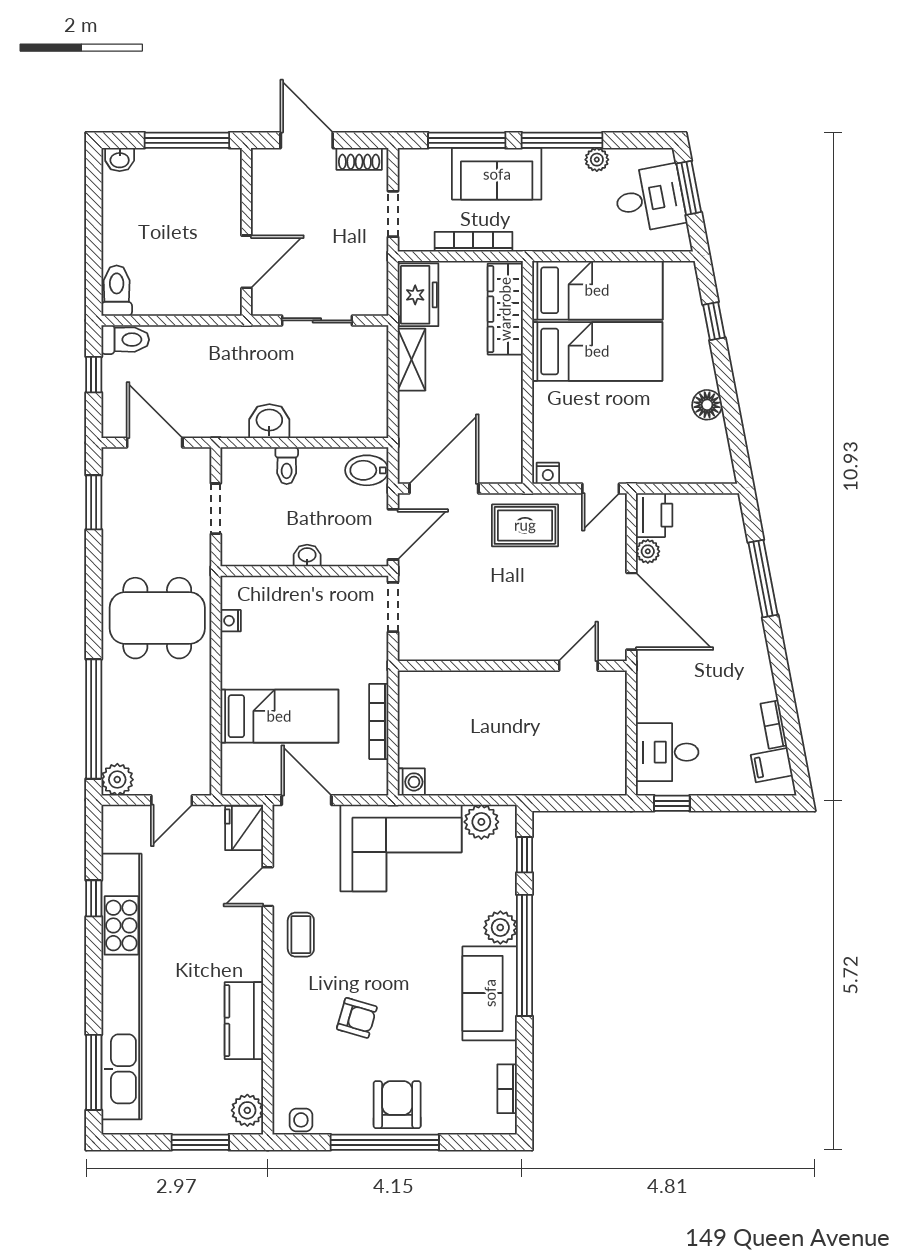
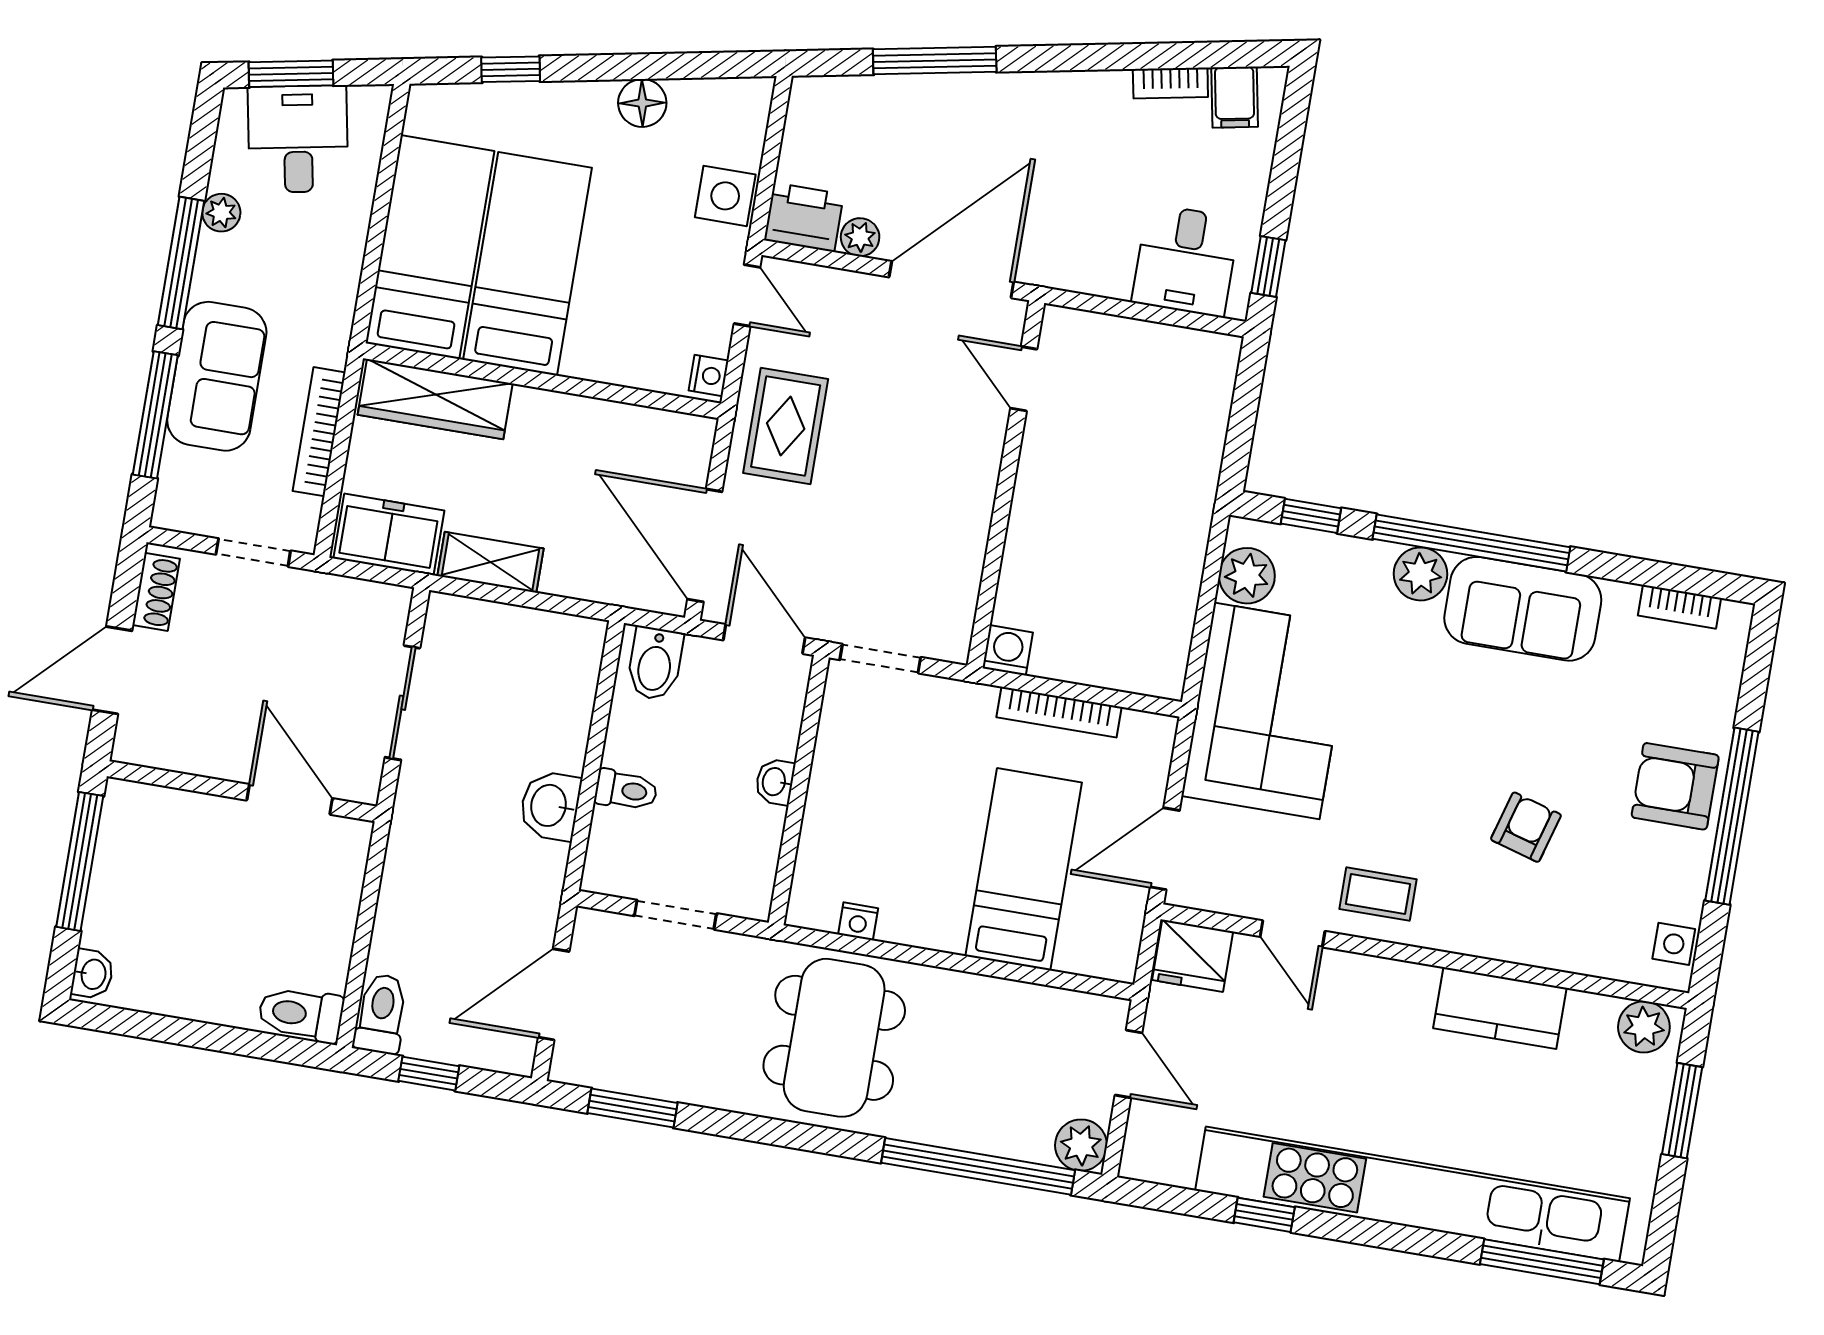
side table: (659, 465) -> (725, 196), added
washing machine: (411, 782) -> (1008, 650), moved

